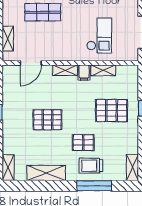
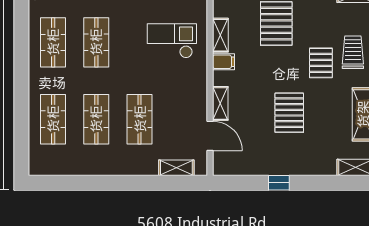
shelving: (65, 70) -> (220, 103), moved
trolley: (91, 166) -> (353, 52), turned 180

